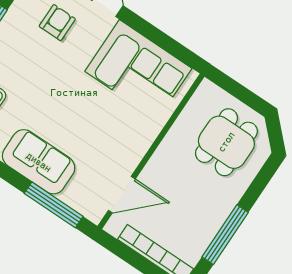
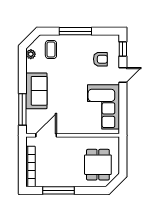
dining table: (226, 142) -> (98, 165), turned 90
door: (122, 195) -> (46, 135), swing flipped

